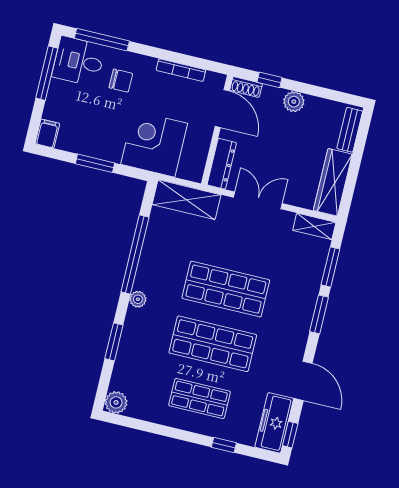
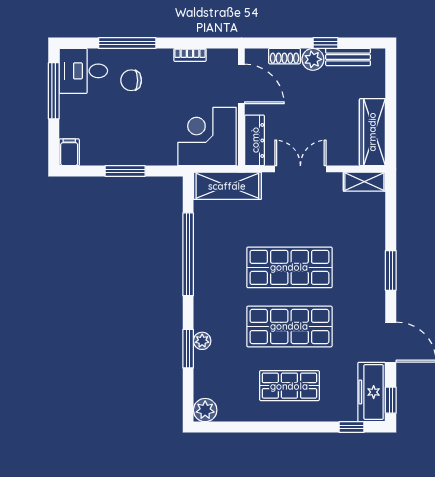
window: (102, 40) -> (127, 43), moved
bookcase: (181, 70) -> (190, 55), width x0.64
window: (270, 80) -> (325, 43), moved
chair: (121, 81) -> (131, 80), turned 180
shoe rack: (246, 87) -> (284, 56), moved
bench: (350, 130) -> (348, 57), moved, turned 90
corner desk: (154, 144) -> (207, 137), moved
window: (330, 267) -> (391, 219), removed
plant: (138, 299) -> (202, 341), moved
window: (224, 445) -> (352, 427), moved

